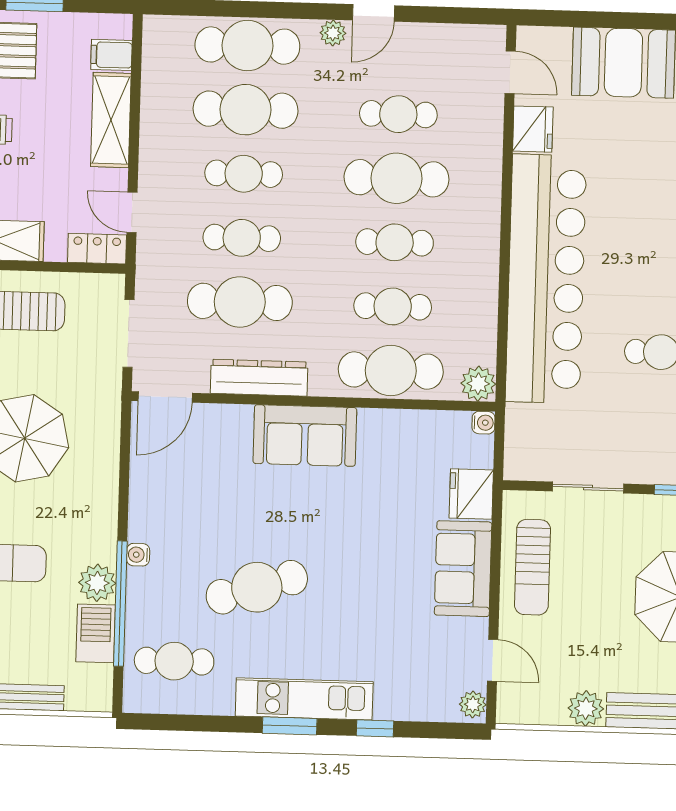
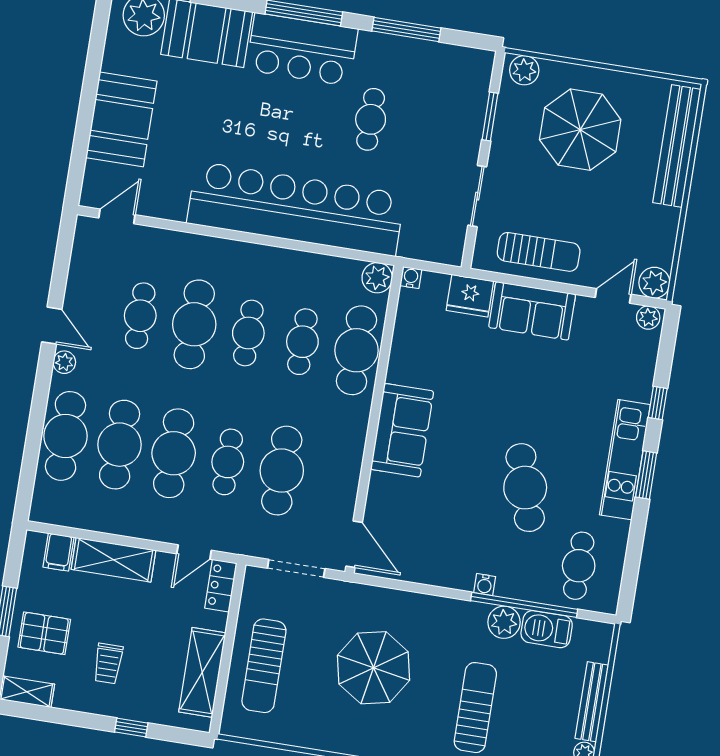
fridge: (533, 129) -> (168, 203), removed
cafe table: (244, 174) -> (174, 453), width x1.37, depth x1.35
dresser: (259, 378) -> (348, 463), removed
plant: (586, 708) -> (654, 283), moved

